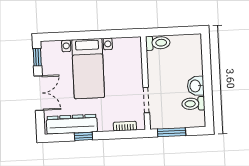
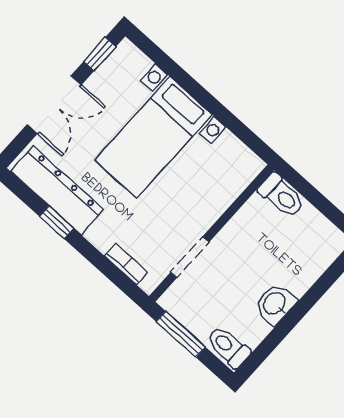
toilet: (193, 104) -> (228, 347), moved

